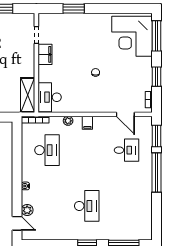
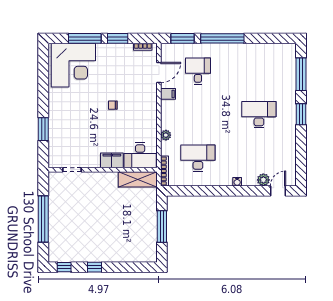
window: (157, 36) -> (85, 38), moved
filing cabinet: (45, 54) -> (112, 160), moved
filing cabinet: (87, 123) -> (168, 94), moved

